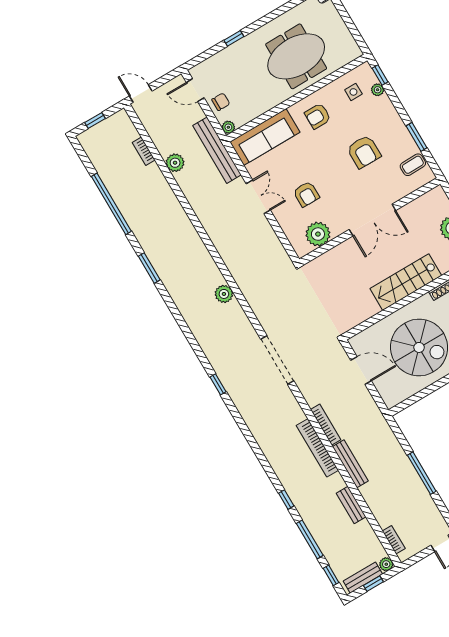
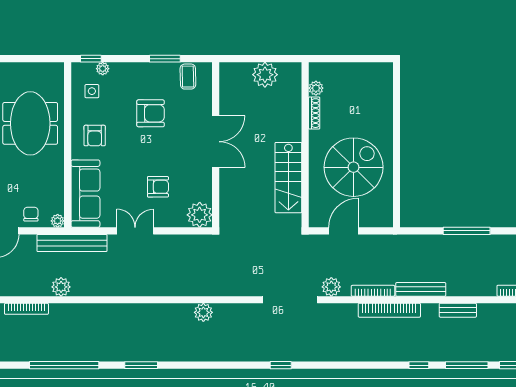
bookcase: (144, 151) -> (26, 309), width x1.56
plant: (318, 234) -> (200, 215), moved
stairs: (406, 282) -> (288, 178), moved
plant: (308, 388) -> (331, 287), added

